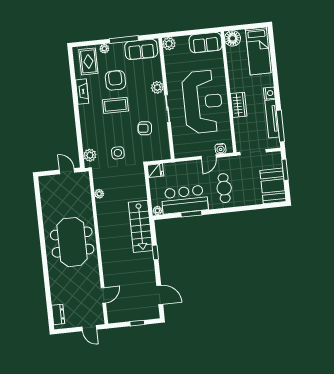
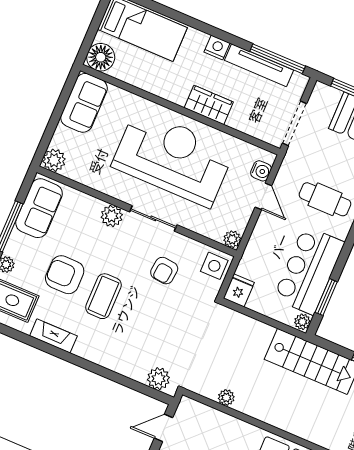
side table: (118, 153) -> (214, 266), moved
plant: (179, 153) -> (232, 239), added
window: (191, 214) -> (326, 297), moved

